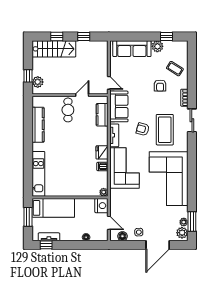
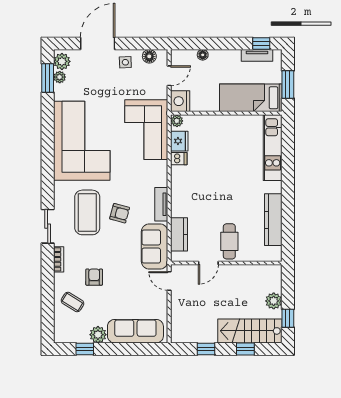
window: (28, 76) -> (288, 318), moved
plant: (38, 82) -> (274, 301), moved
fridge: (102, 152) -> (179, 141), moved
corner sofa: (124, 168) -> (146, 130), moved
door: (109, 223) -> (169, 76), swing flipped

